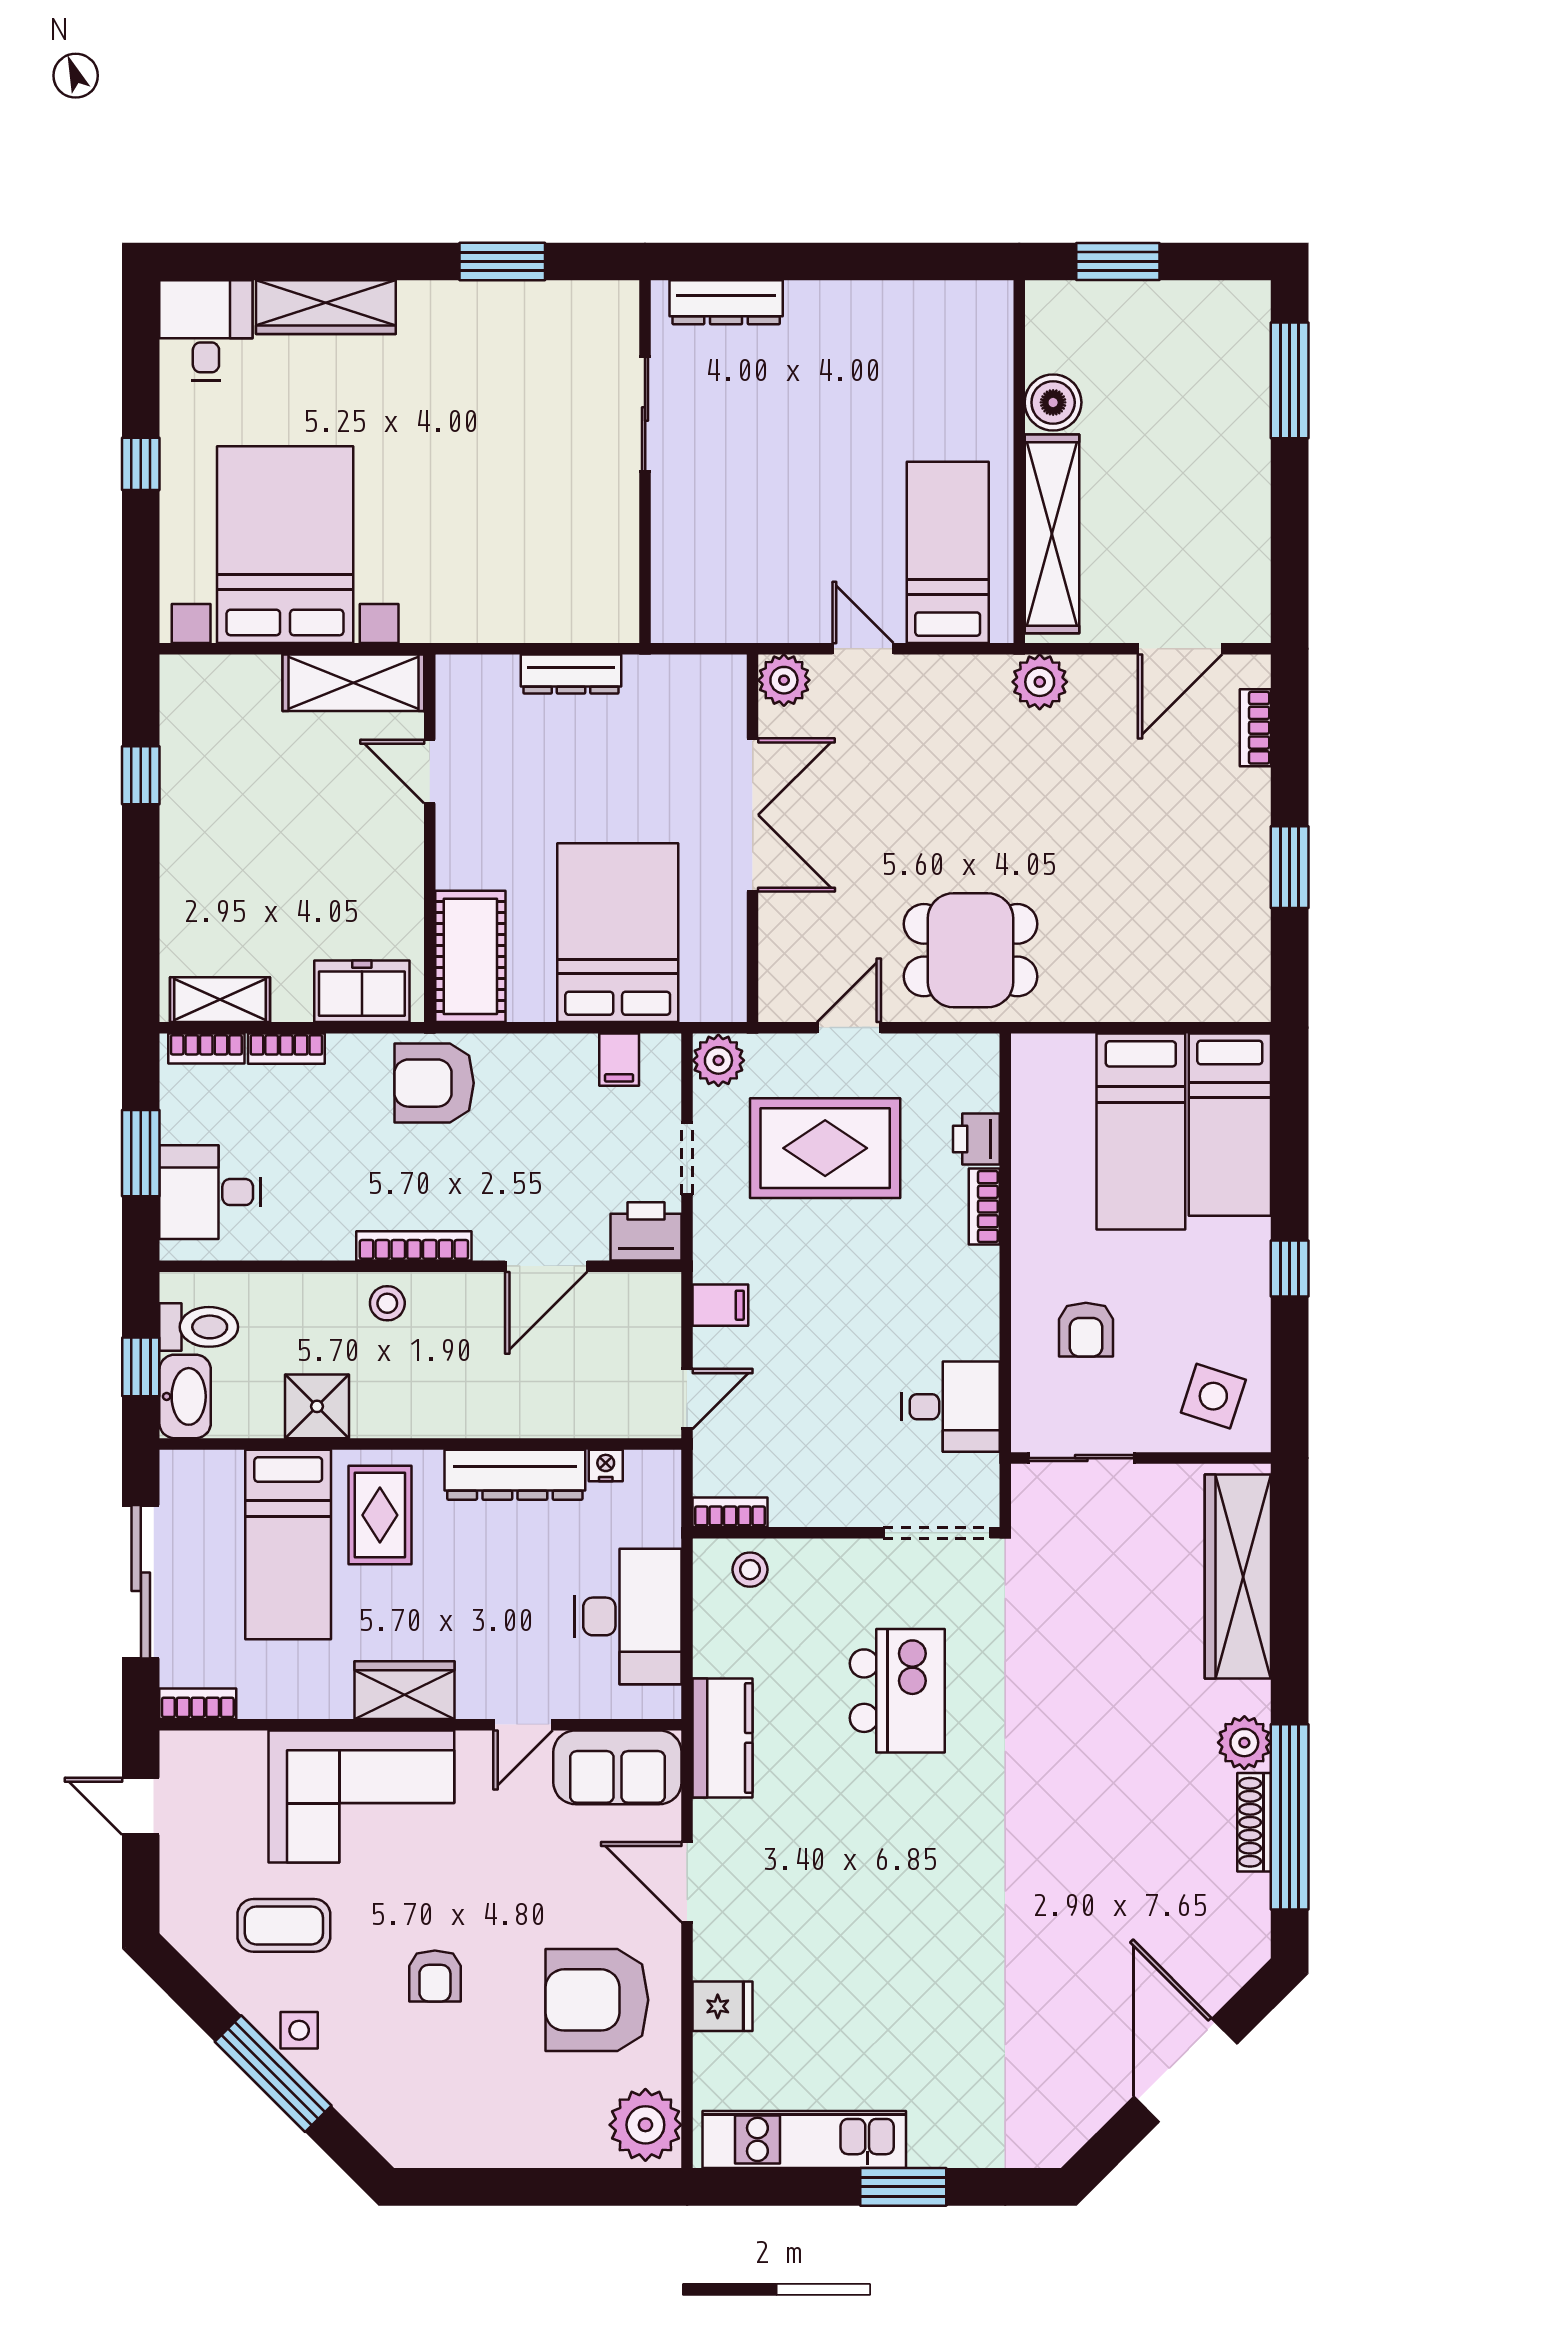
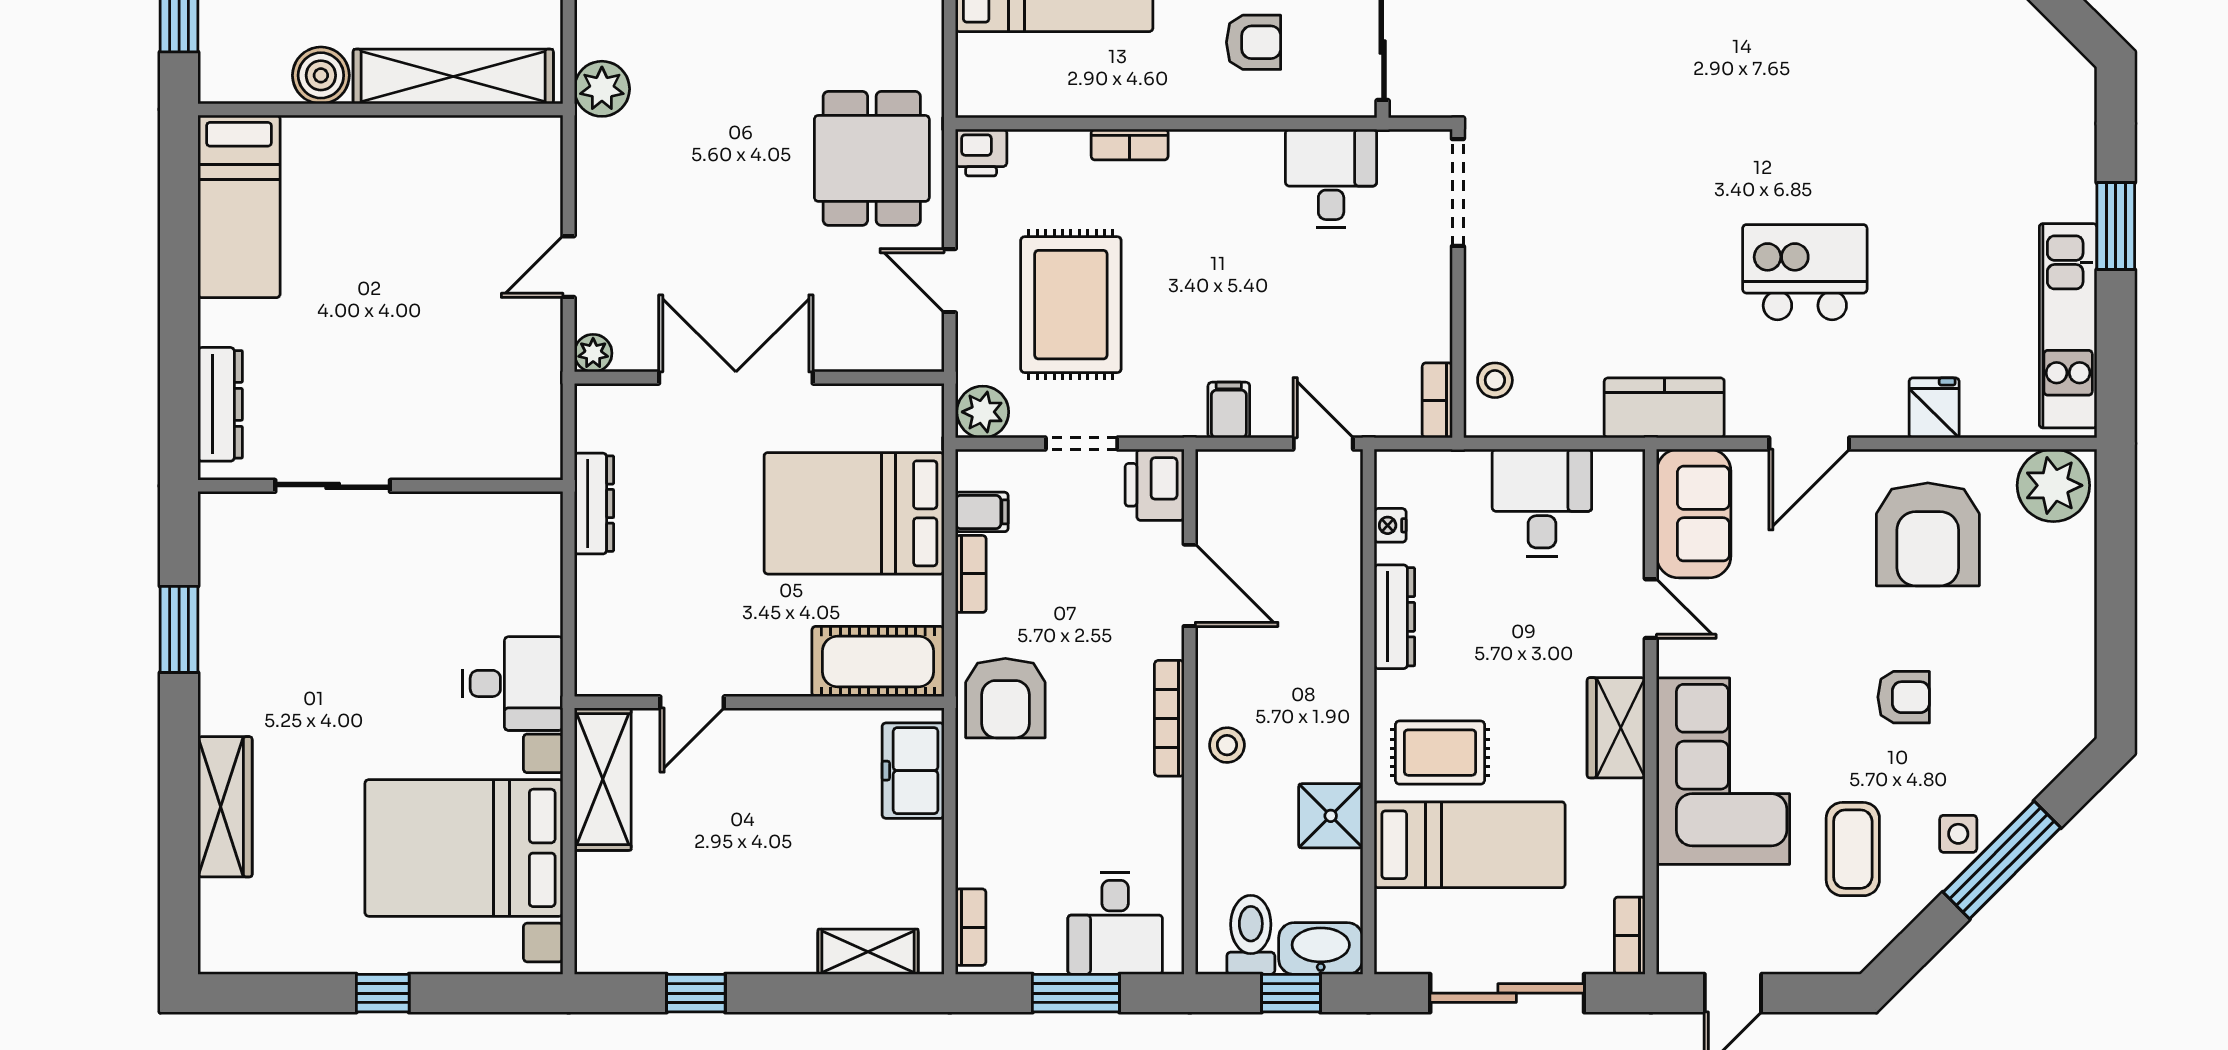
desk: (206, 330) -> (513, 683), moved, turned 180
bed: (948, 552) -> (239, 206), moved, turned -90
dresser: (571, 674) -> (594, 504), moved
plant: (784, 680) -> (593, 353), width x0.73, depth x0.73
shelving: (220, 1000) -> (868, 952), moved, turned 90
bookcase: (286, 1049) -> (971, 574), moved
printer: (976, 1139) -> (981, 153), moved
dresser: (515, 1475) -> (1394, 617), width x0.73, depth x0.80
desk: (628, 1616) -> (1542, 503), width x0.73
kitchen island: (897, 1691) -> (1805, 272), moved

